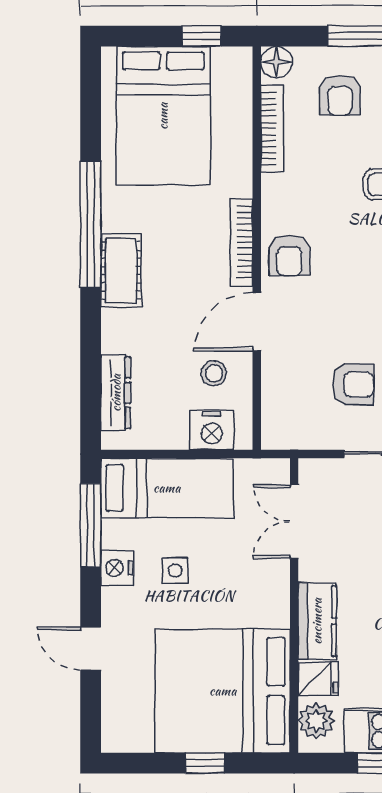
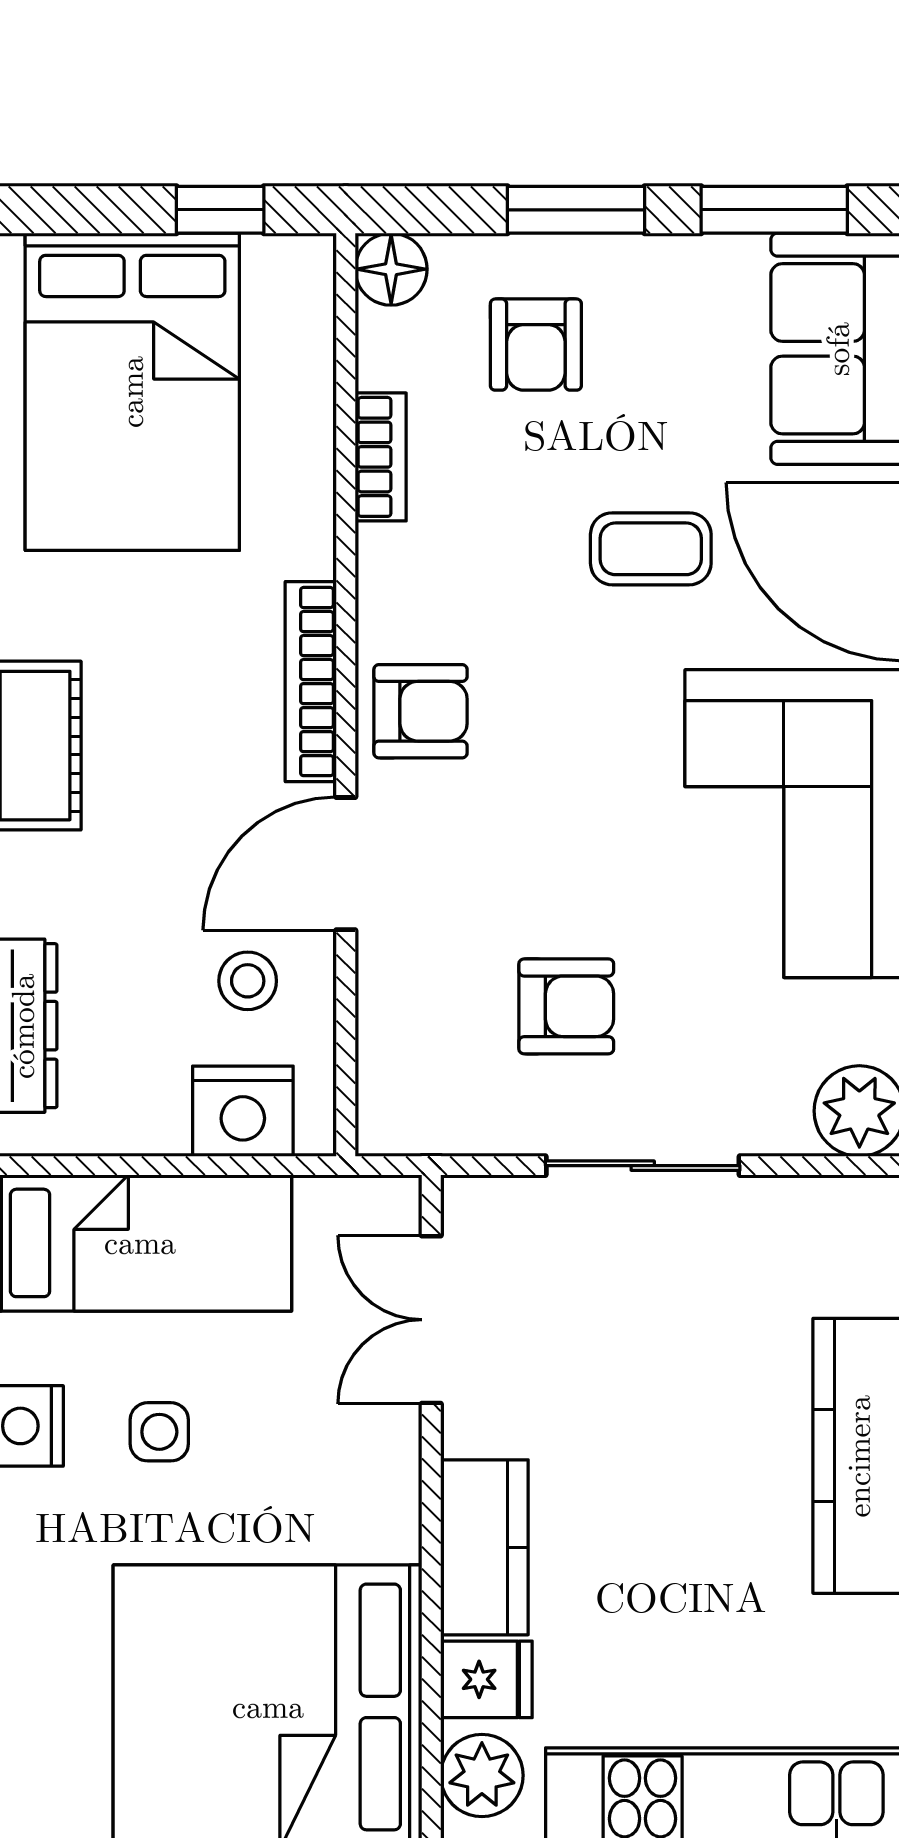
bookcase: (272, 128) -> (381, 457), width x0.64
armchair: (289, 255) -> (421, 711), turned -90

